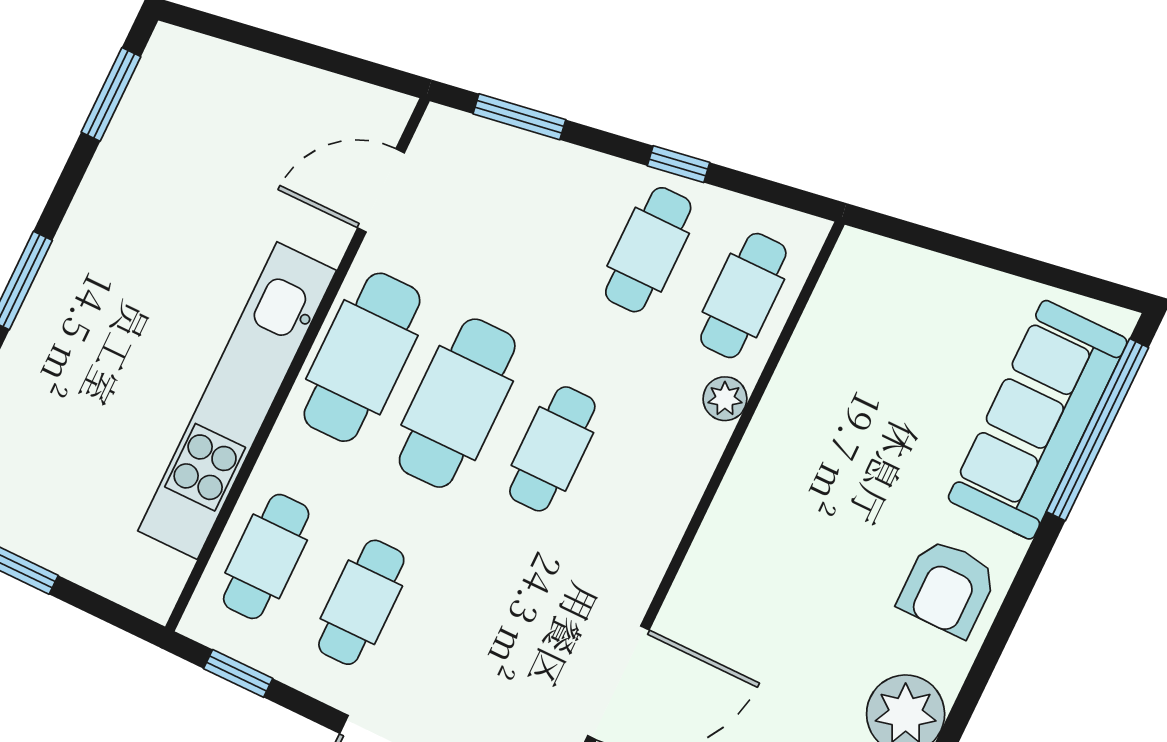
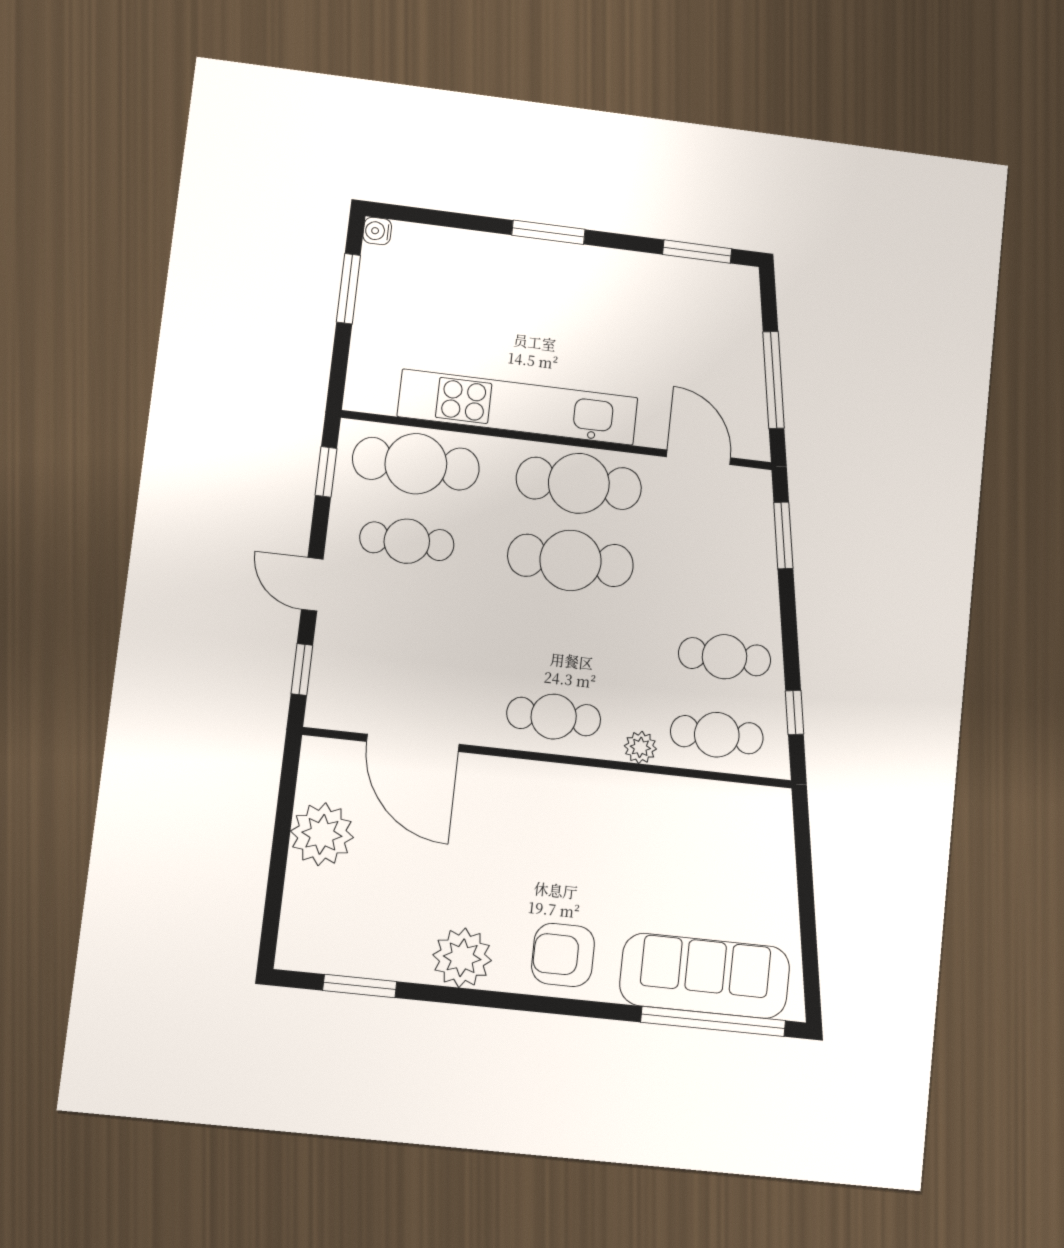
window: (313, 55) -> (773, 380), added
window: (678, 164) -> (794, 713), moved
cafe table: (552, 449) -> (554, 717), moved
cafe table: (266, 556) -> (416, 464), width x1.37, depth x1.35

